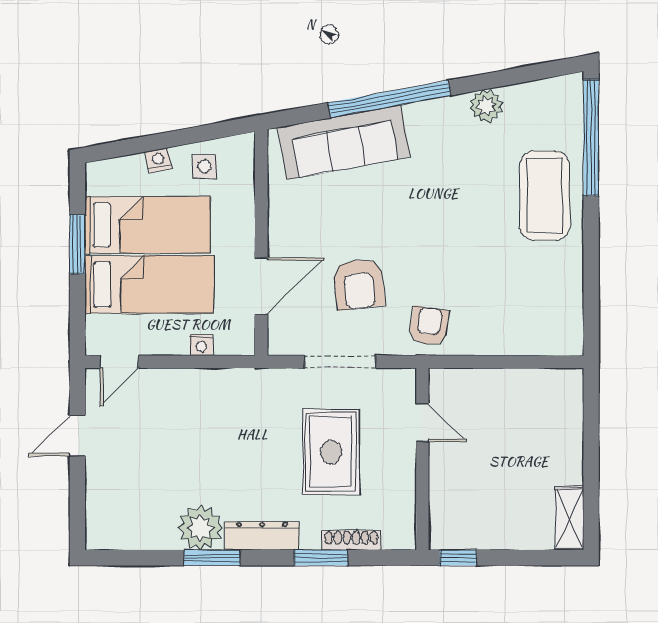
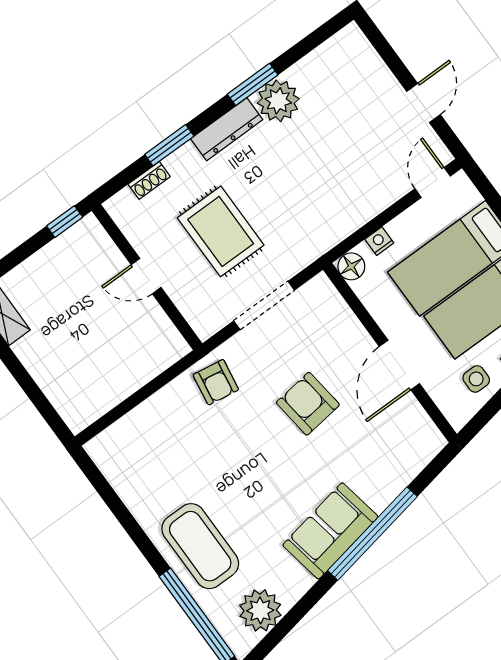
plant: (486, 106) -> (260, 610), moved, width x1.36, depth x1.36
sofa: (344, 142) -> (330, 531), moved, width x0.73
armchair: (359, 284) -> (308, 404), moved
door: (261, 286) -> (399, 365), moved
floor lamp: (241, 341) -> (351, 266), added
door: (422, 423) -> (146, 276), moved
shoe rack: (351, 540) -> (149, 180), width x0.70

